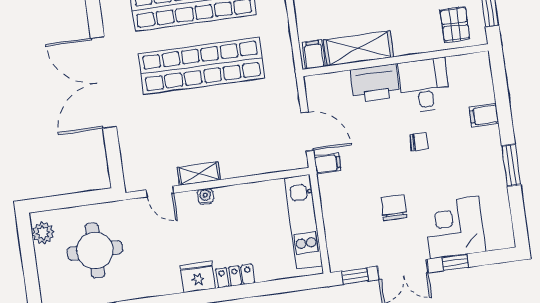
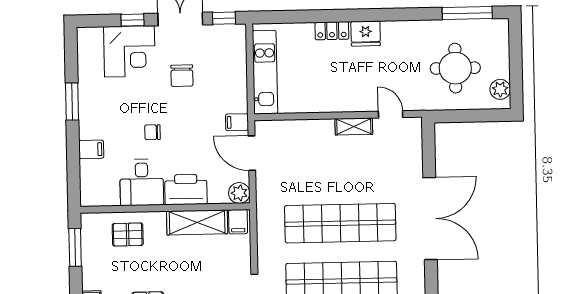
pallet: (455, 24) -> (128, 235), moved, turned 90
plant: (316, 86) -> (239, 193), added
water cooler: (205, 196) -> (350, 105), removed

